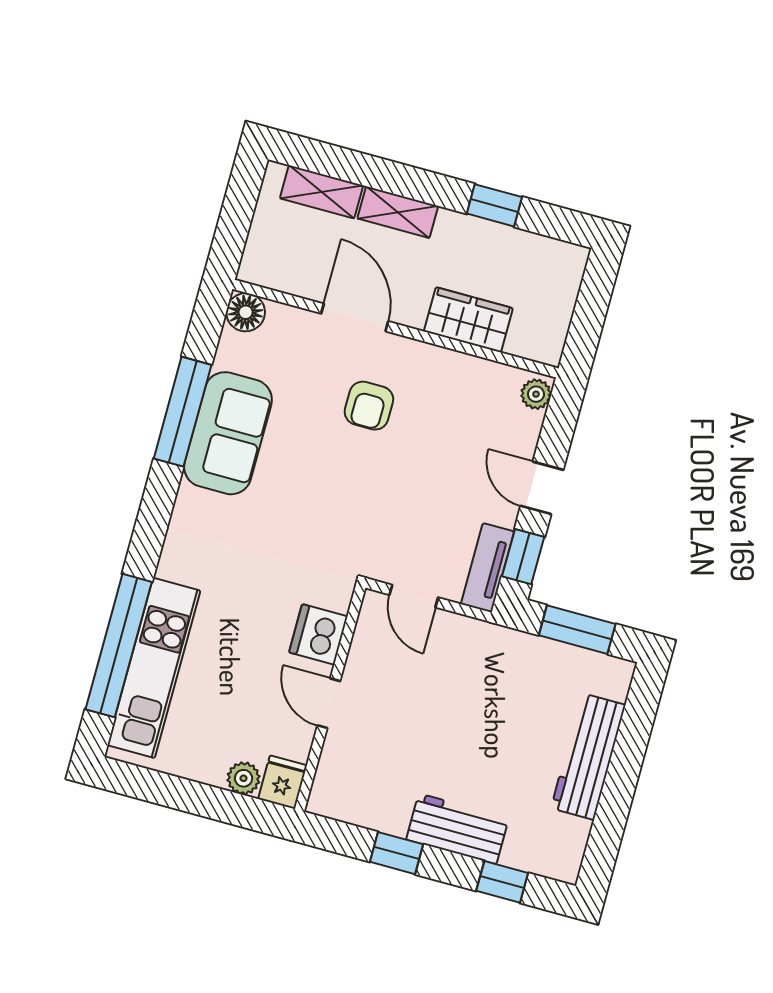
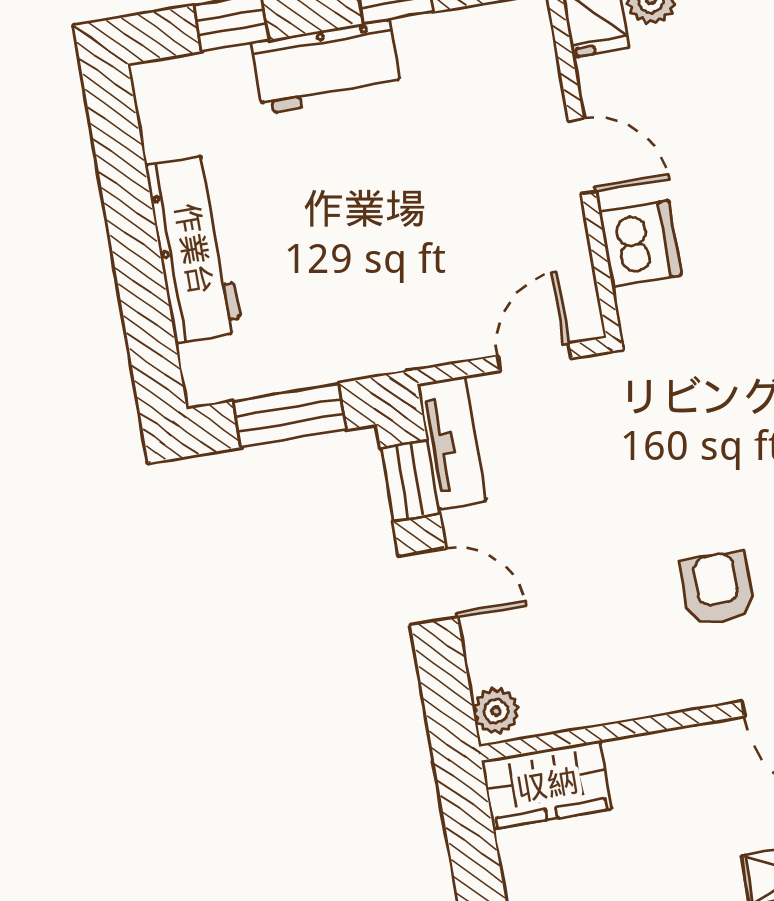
wardrobe: (468, 320) -> (547, 785), moved
door: (414, 596) -> (534, 357), hinge flipped

